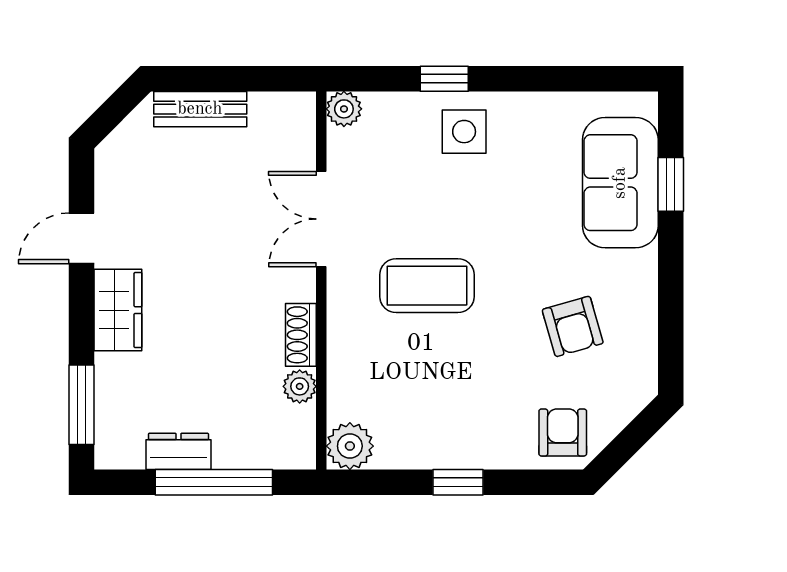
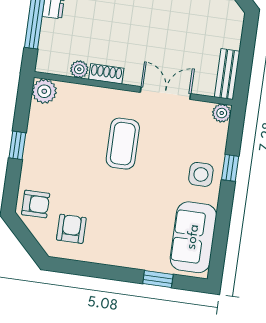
bench: (200, 109) -> (227, 74), moved
sofa: (620, 183) -> (193, 237), moved, turned -90
armchair: (573, 326) -> (71, 229), moved, turned 106

